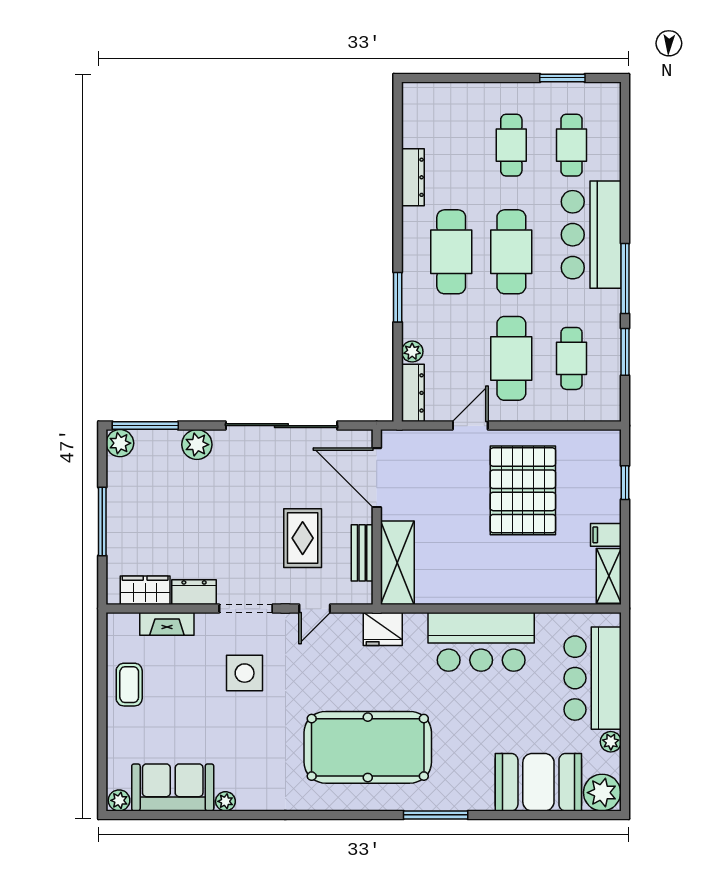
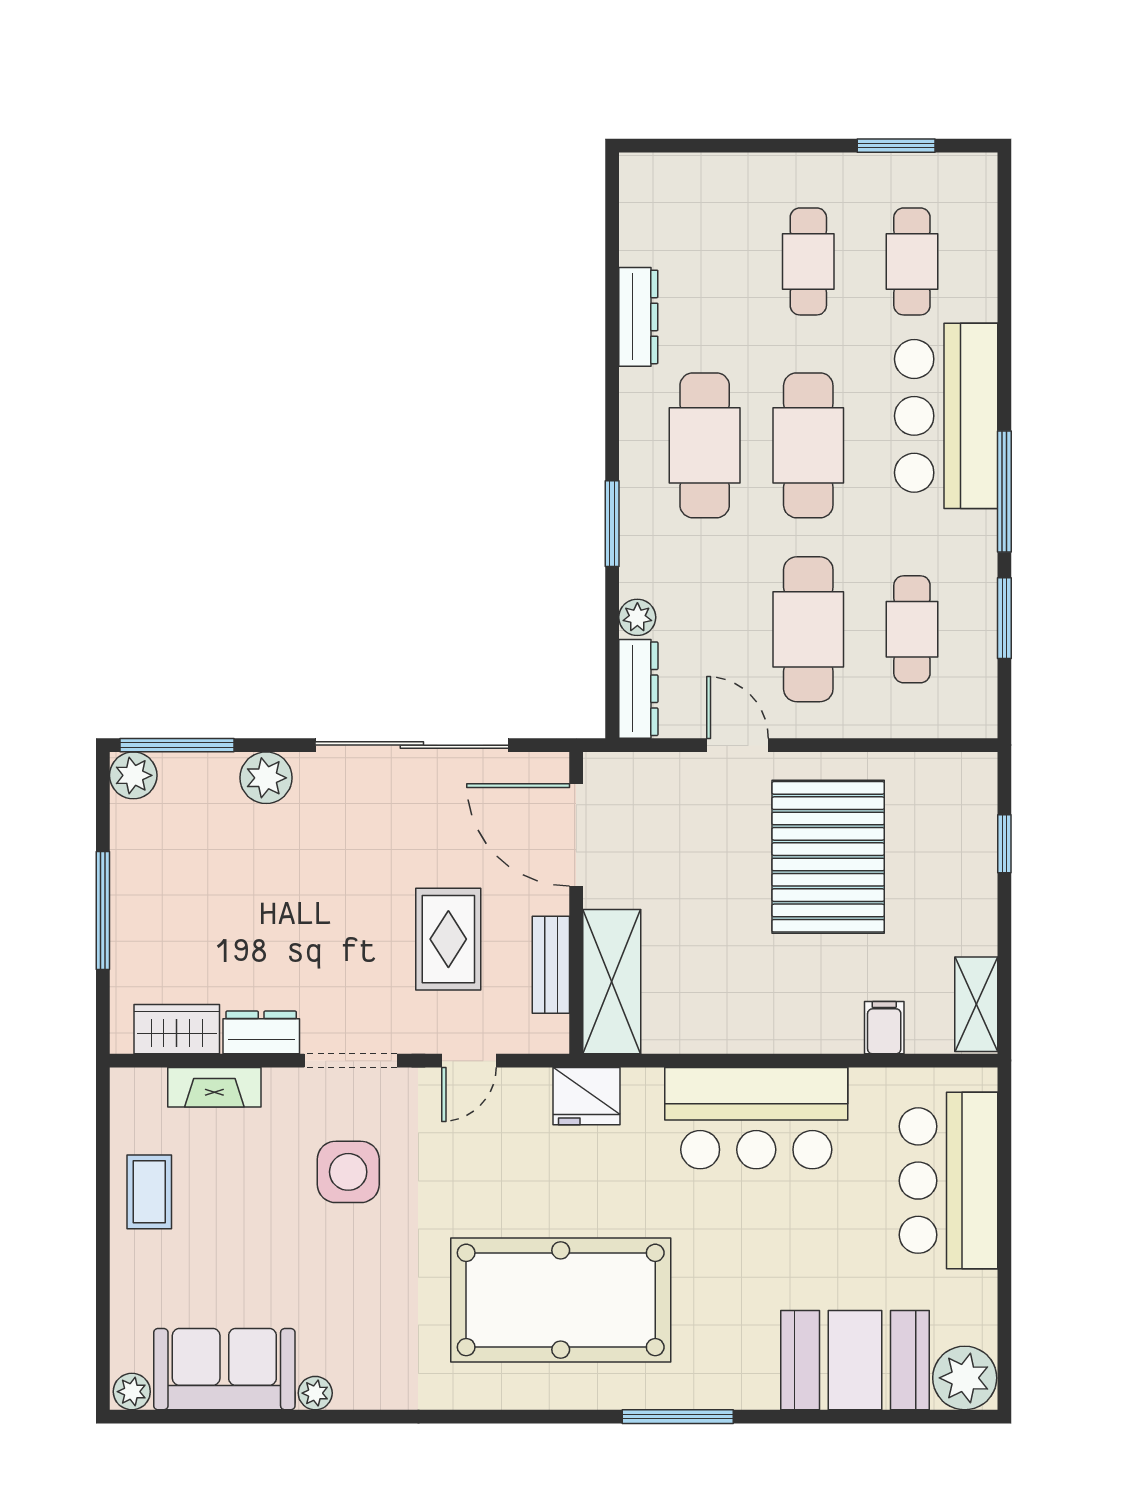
door: (470, 426) -> (737, 745), hinge flipped
filing cabinet: (606, 535) -> (884, 1028), moved, turned 90
plant: (611, 742) -> (980, 1290), removed

